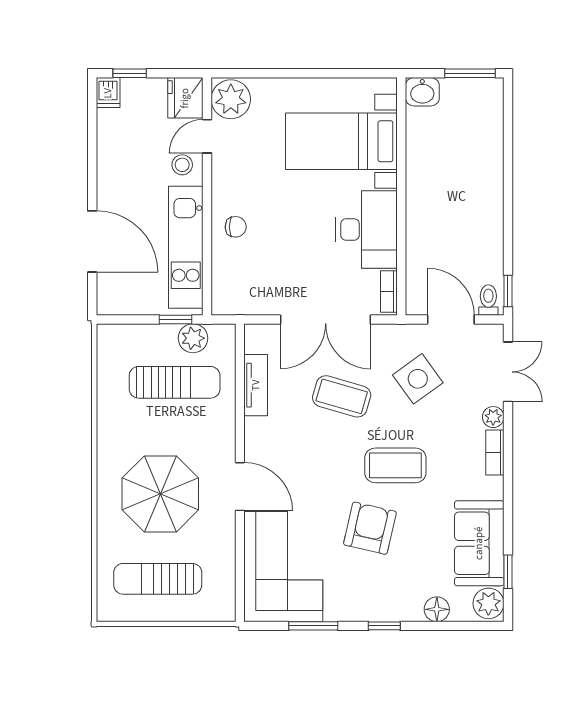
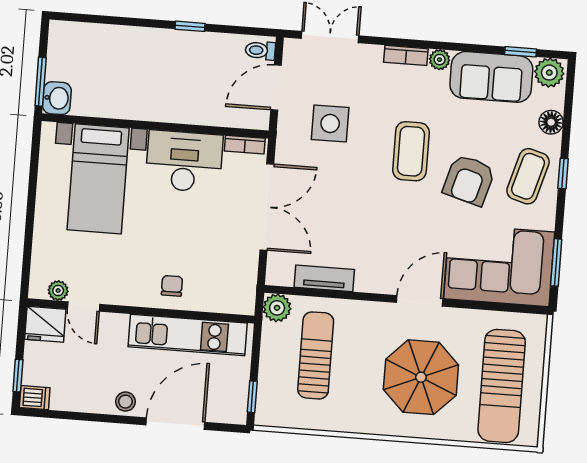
window: (470, 73) -> (41, 82), moved
plant: (231, 99) -> (58, 291), width x0.53, depth x0.53
stool: (182, 165) -> (125, 402), moved
window: (508, 291) -> (190, 26), moved
window: (176, 319) -> (252, 397), moved
plant: (193, 338) -> (277, 308), moved
side table: (418, 379) -> (330, 123), turned 36
coffee table: (342, 396) -> (528, 176), moved
plant: (493, 417) -> (440, 60), moved
armchair: (370, 528) -> (469, 180), turned -87
sun lounger: (158, 579) -> (502, 386), width x1.36, depth x1.34
window: (313, 626) -> (556, 262), moved

